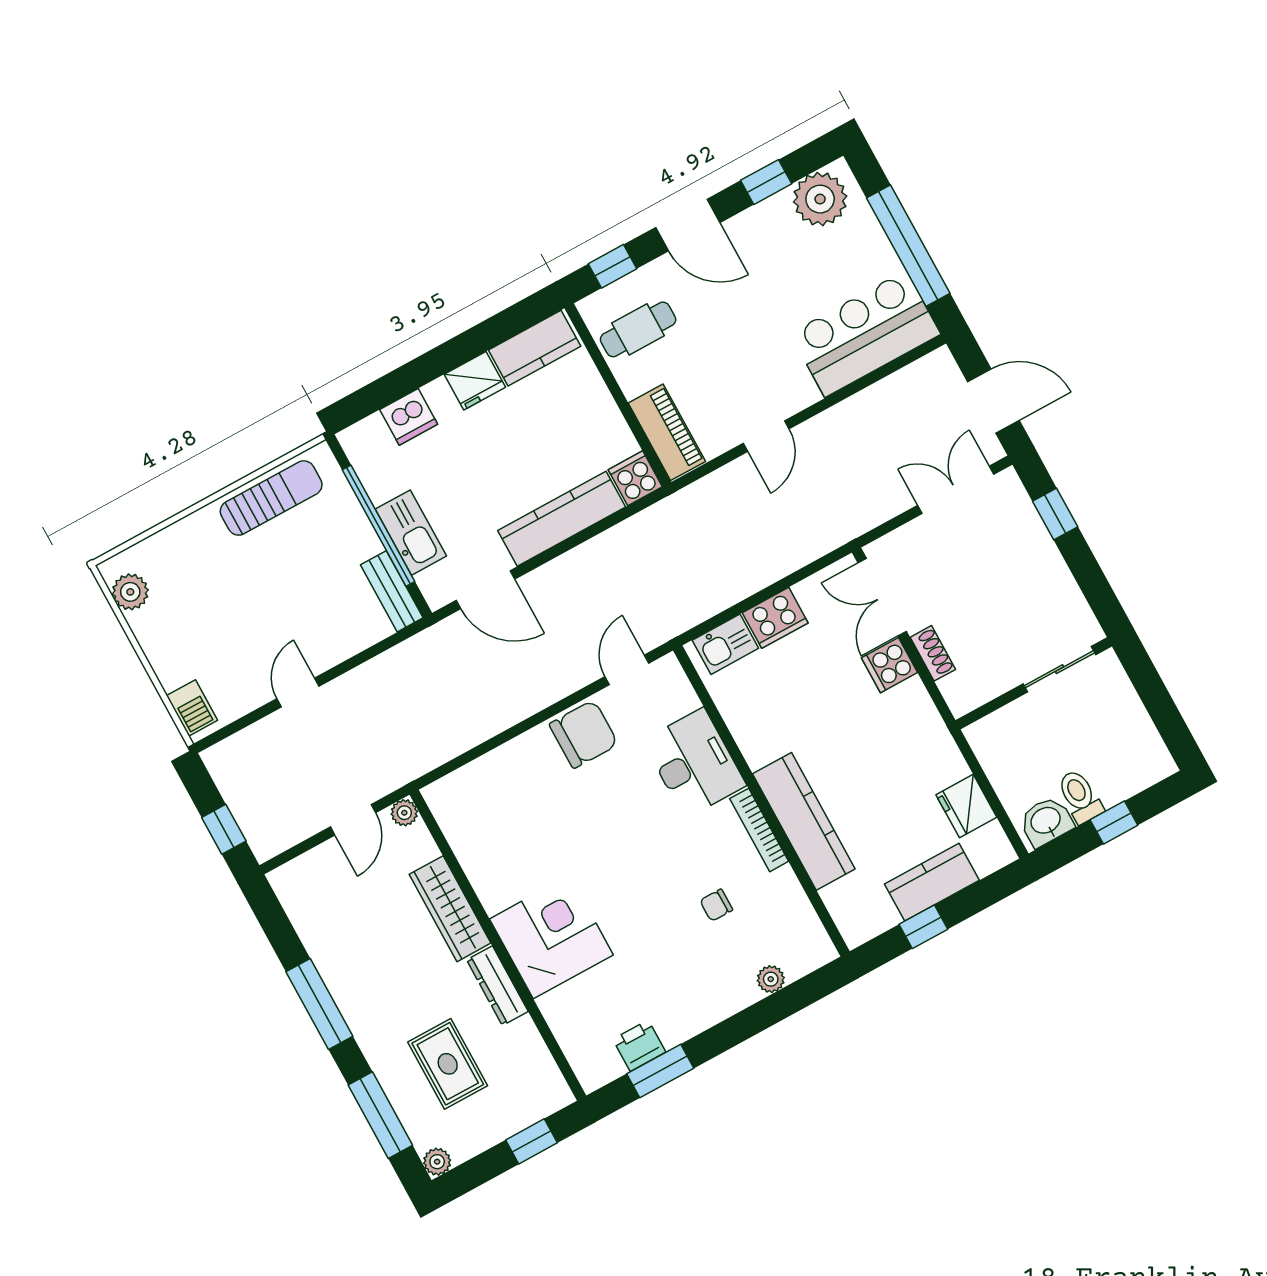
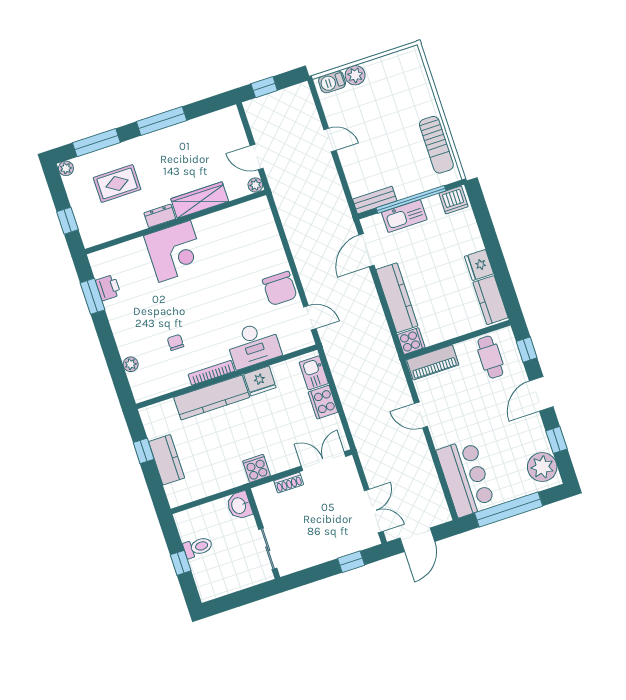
dishwasher: (409, 417) -> (454, 200), moved, turned -90
plant: (130, 592) -> (355, 75), moved
cooker: (889, 665) -> (256, 468), moved
fridge: (966, 806) -> (260, 381), moved, turned 180
washbasin: (1046, 821) -> (239, 505), moved, turned 180
dresser: (497, 986) -> (160, 216), width x0.70

